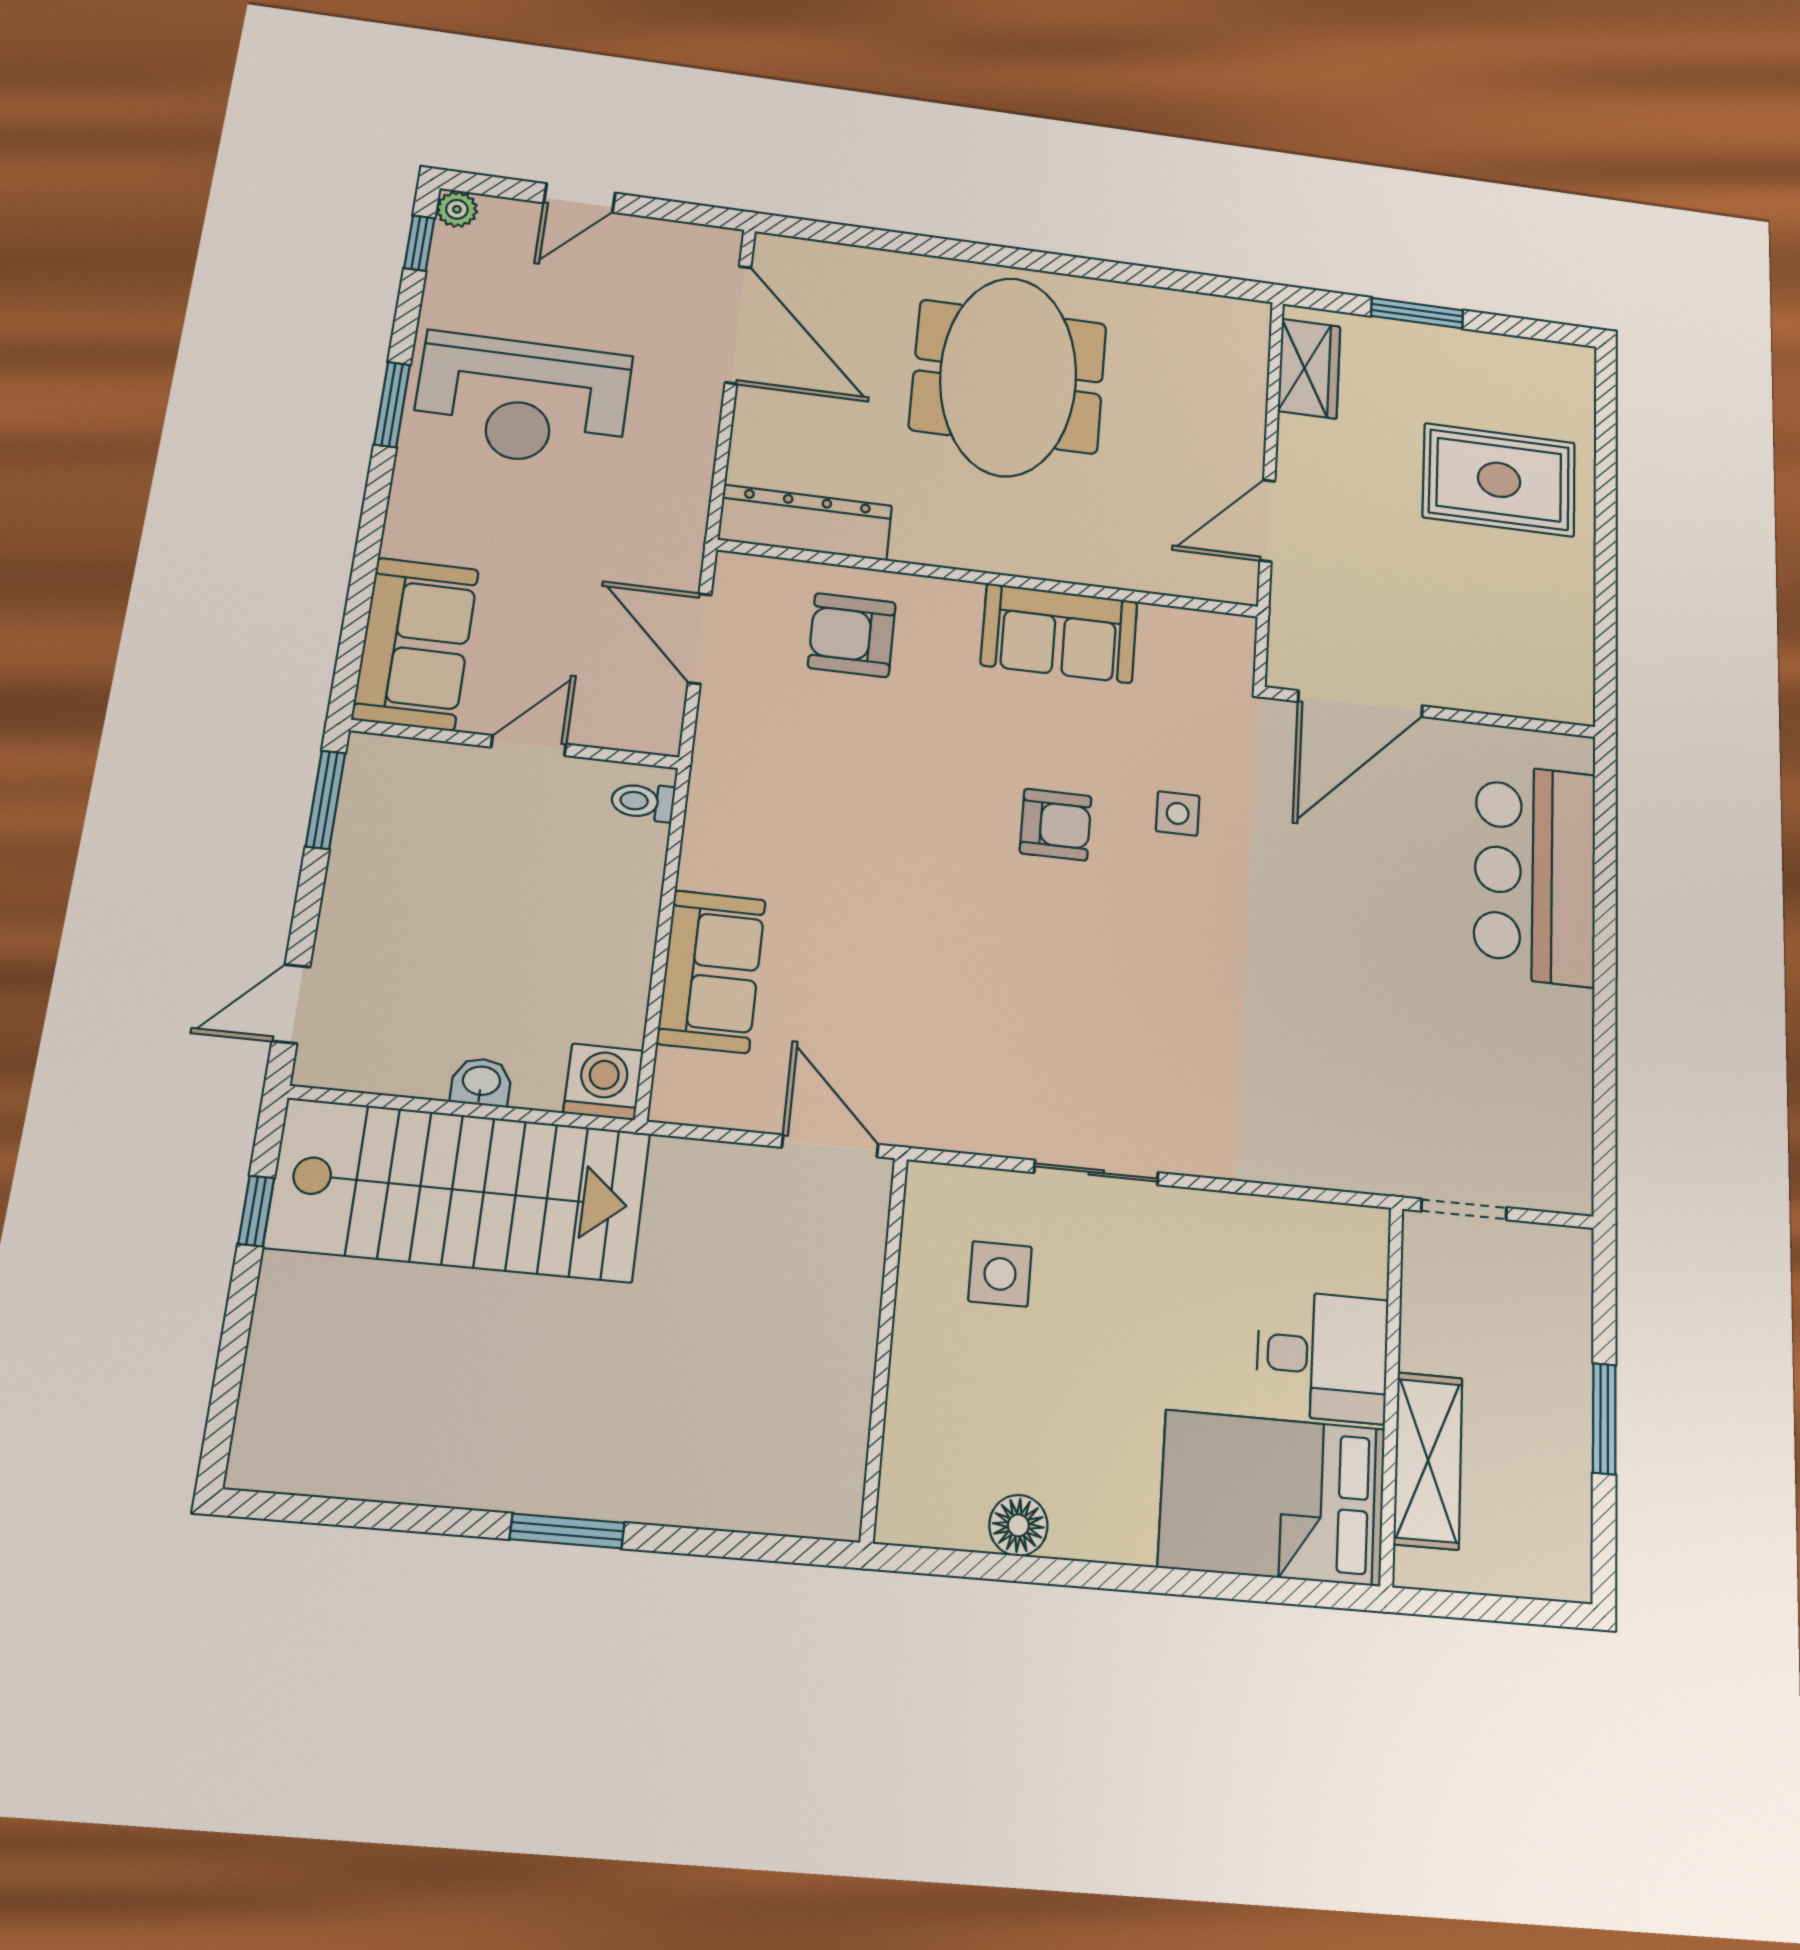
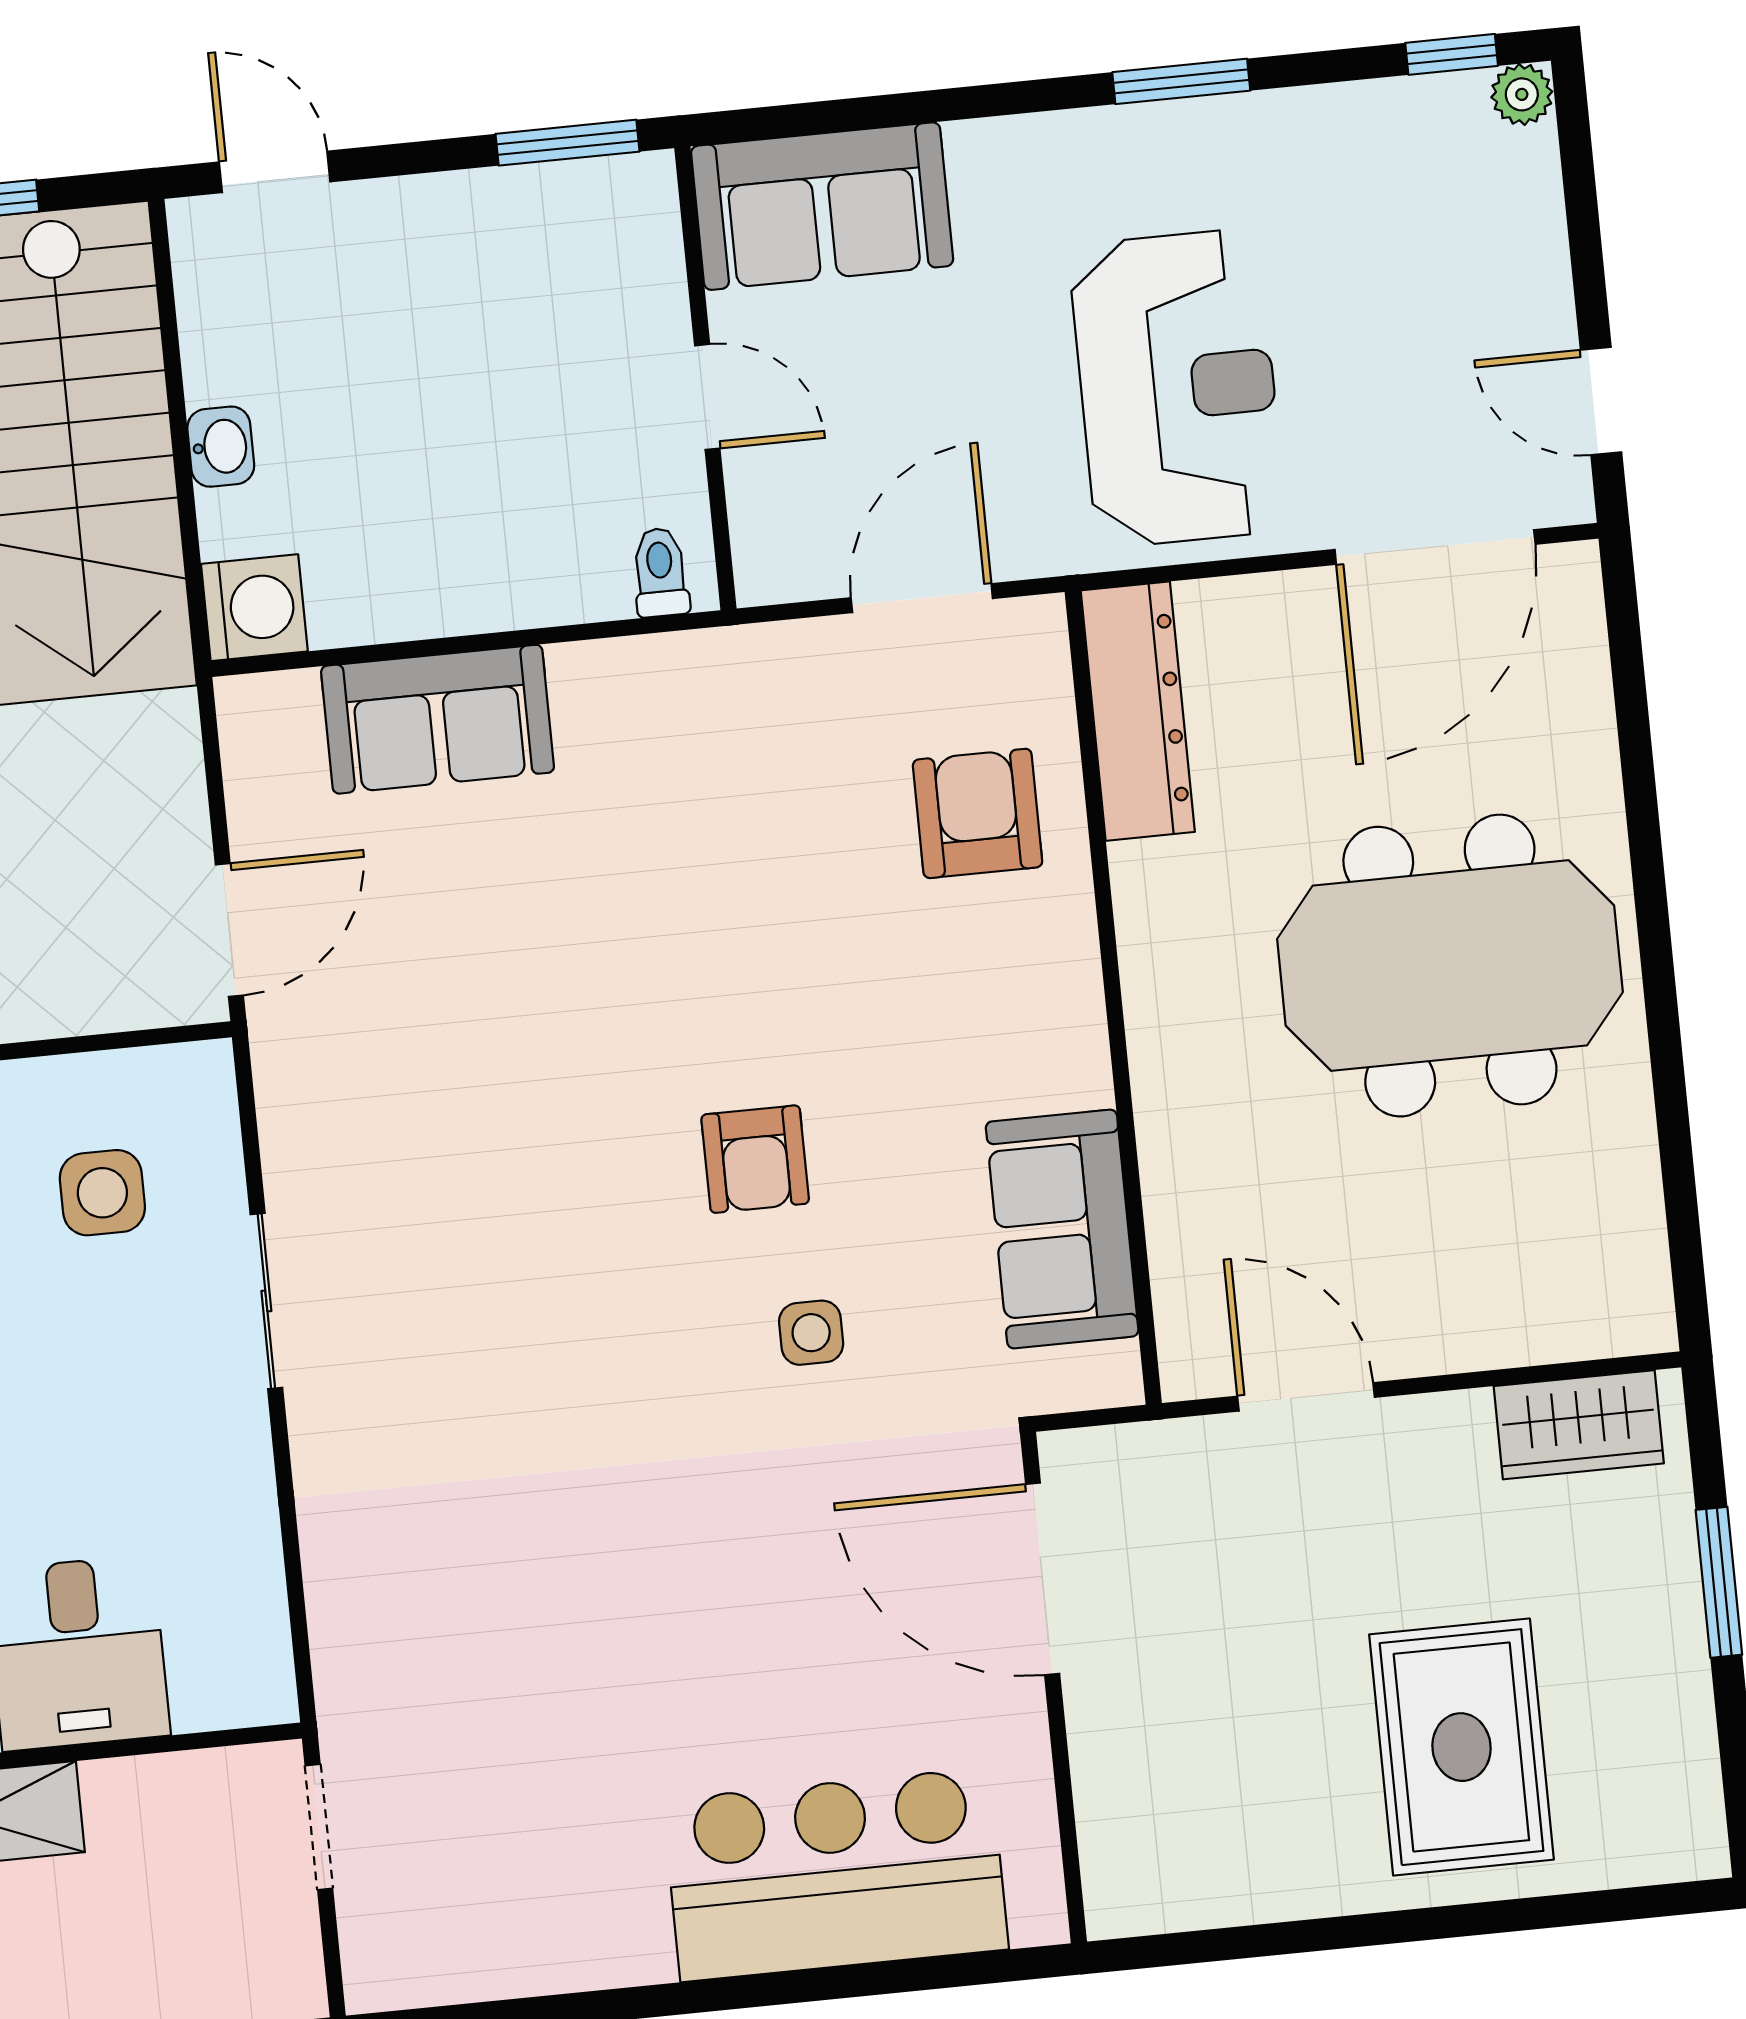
door: (580, 198) -> (1601, 401), moved
reception desk: (522, 400) -> (1178, 388), moved, turned 180
sofa: (1059, 633) -> (1062, 1229), moved

